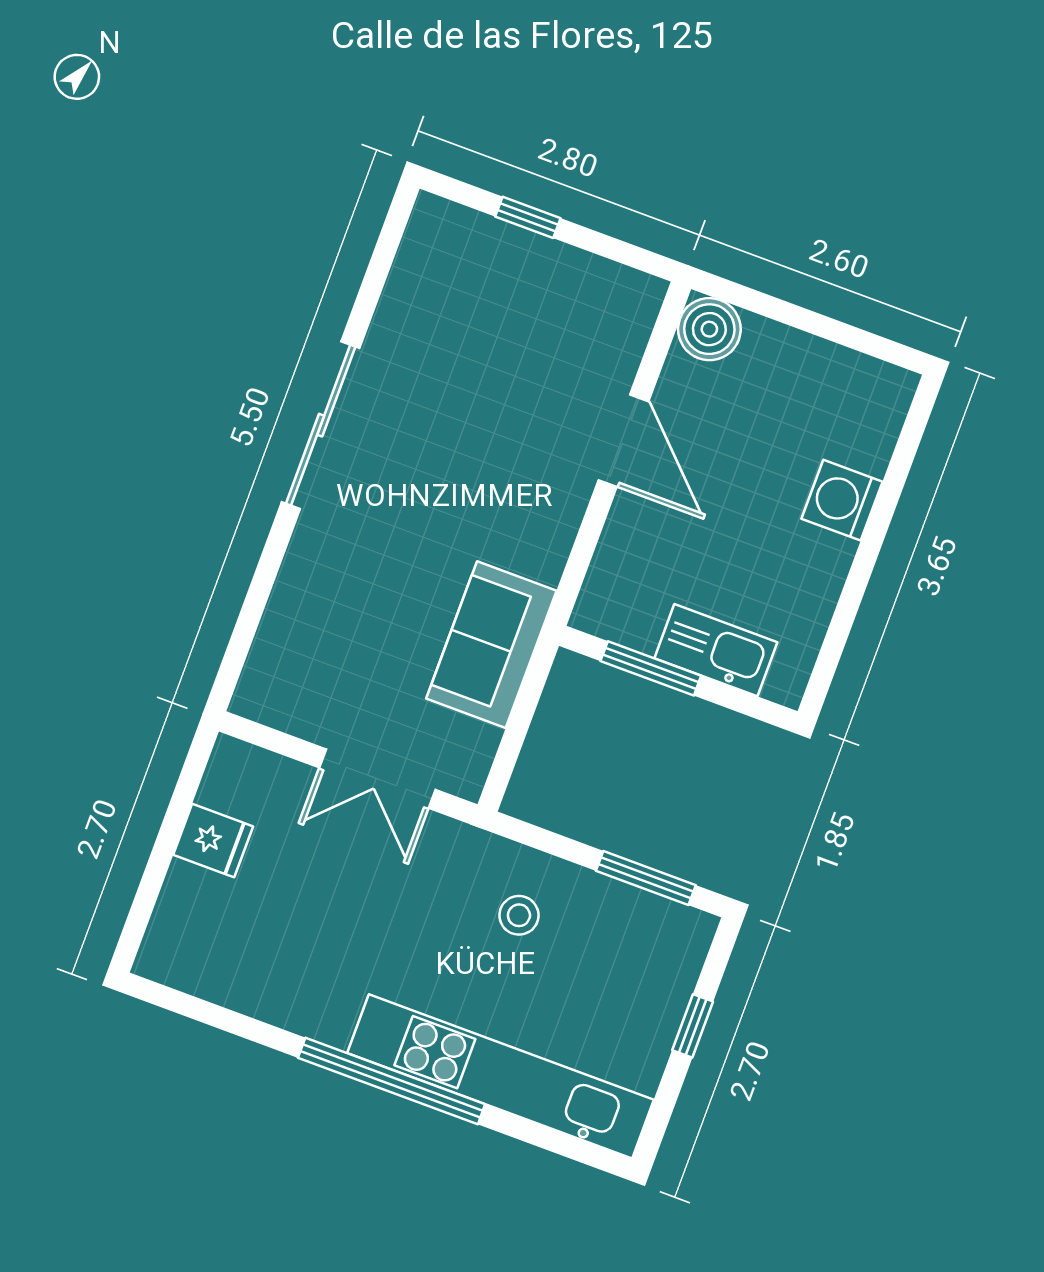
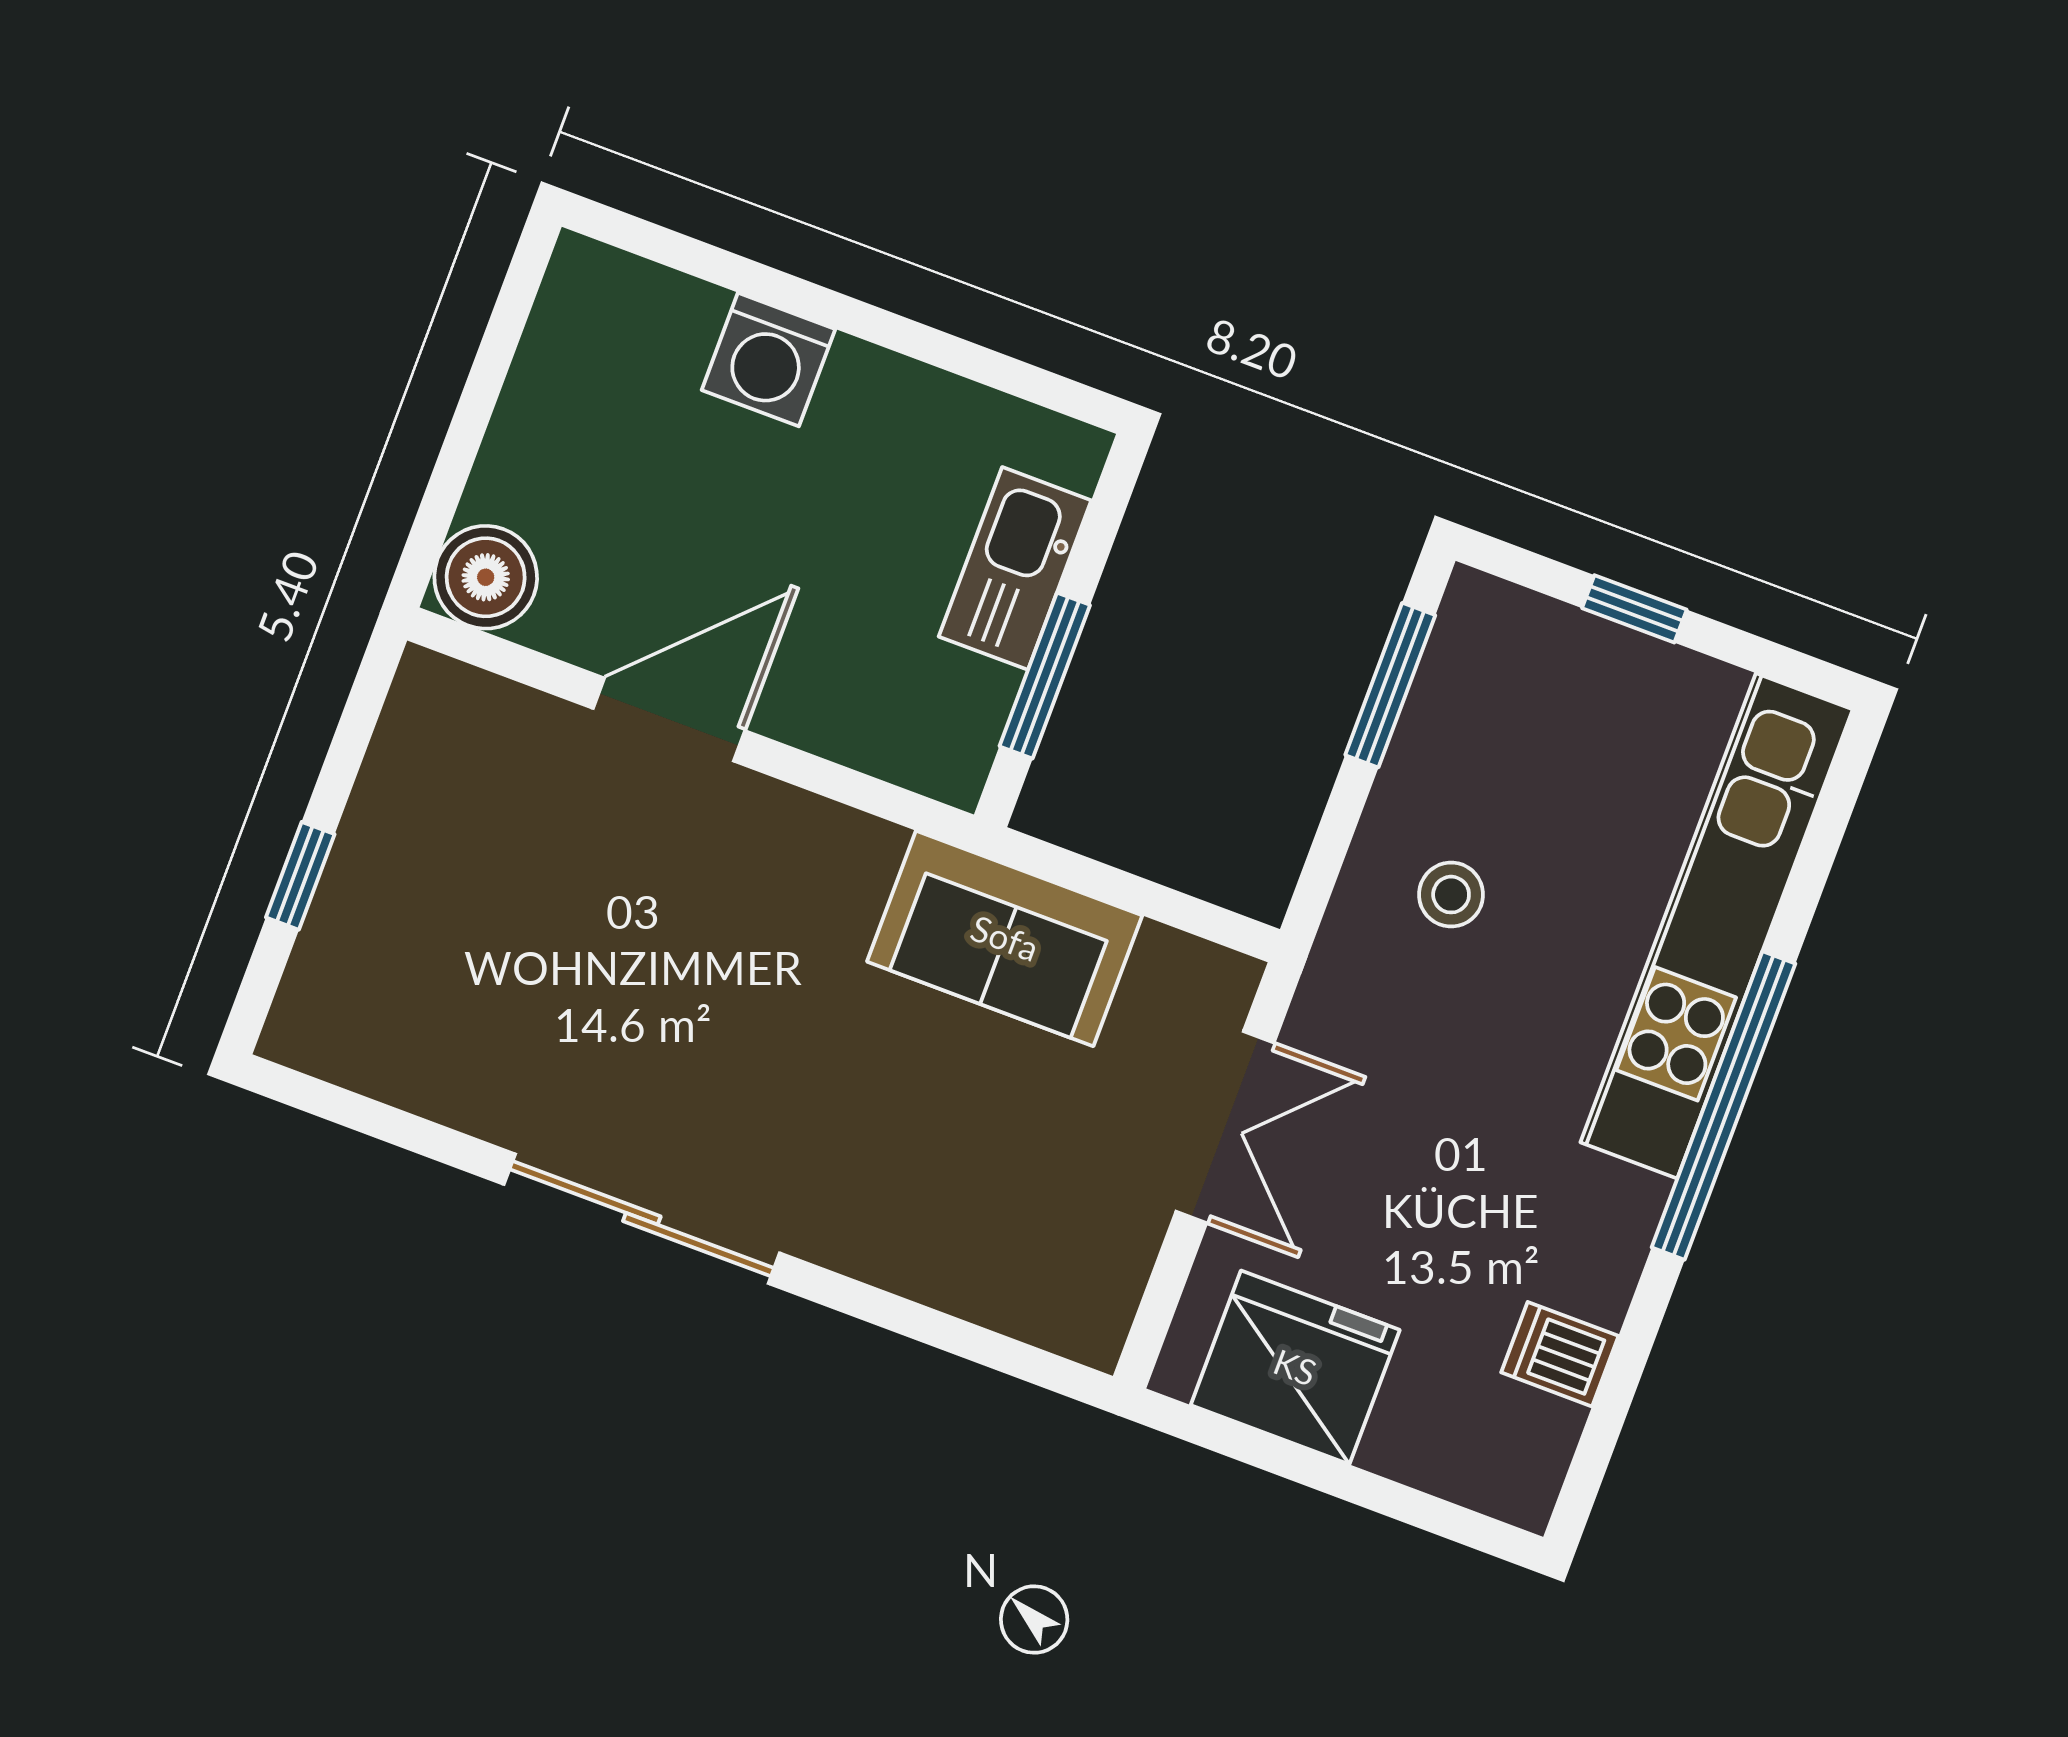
fridge: (213, 841) -> (1295, 1367), width x1.88, depth x1.34
dishwasher: (240, 982) -> (1560, 1354), added

